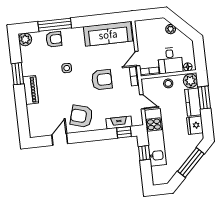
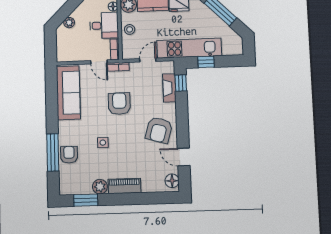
plant: (25, 39) -> (100, 187), moved
window: (18, 74) -> (86, 200), moved
floor lamp: (38, 131) -> (172, 181), added

